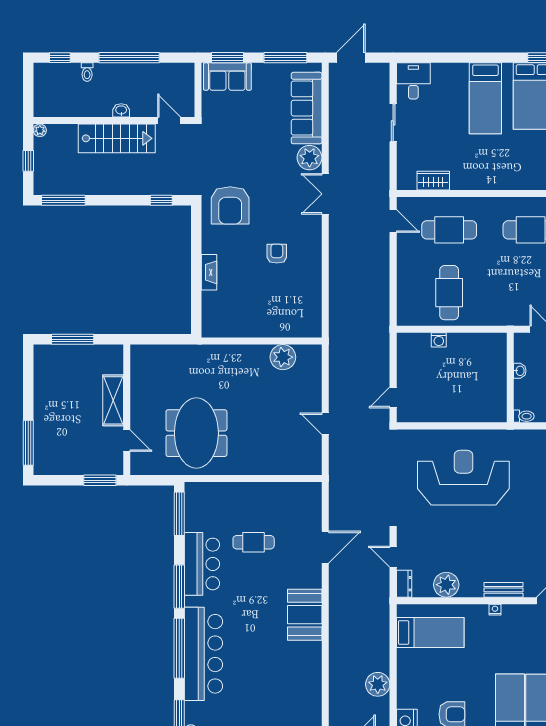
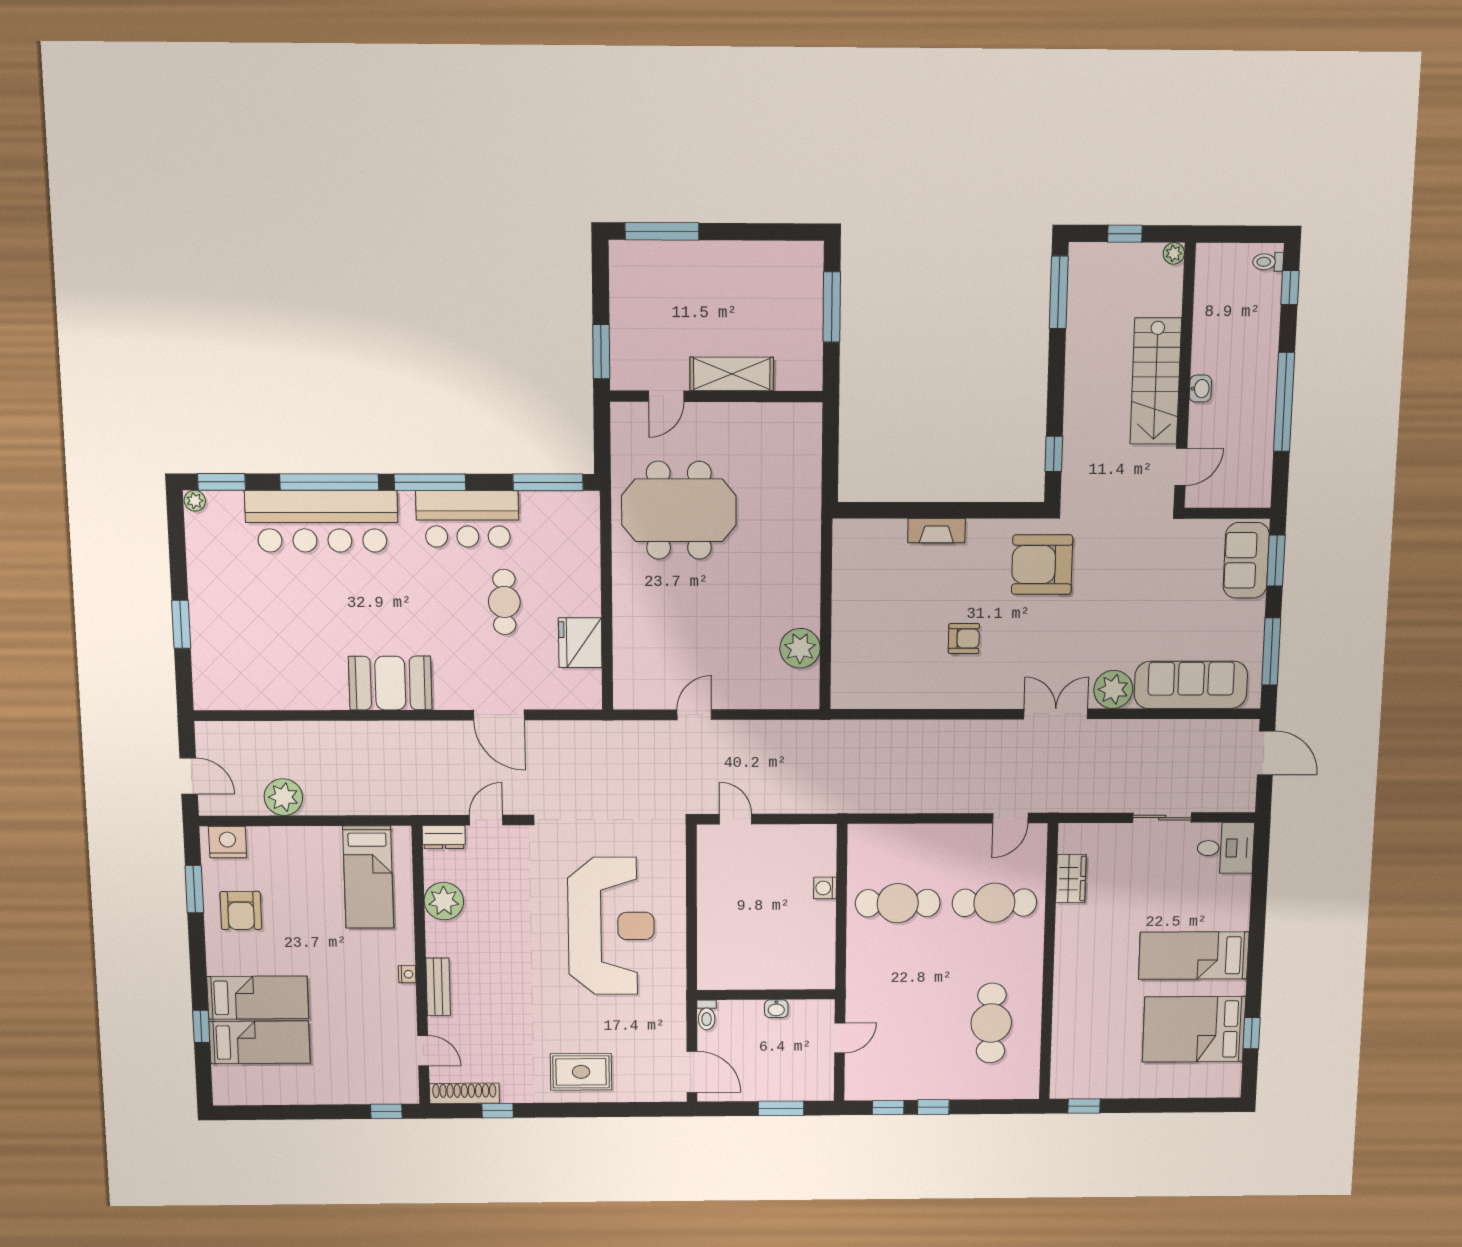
toilet: (87, 72) -> (1268, 262), moved
cafe table: (449, 230) -> (994, 903), turned 90
fridge: (279, 495) -> (580, 643), added

